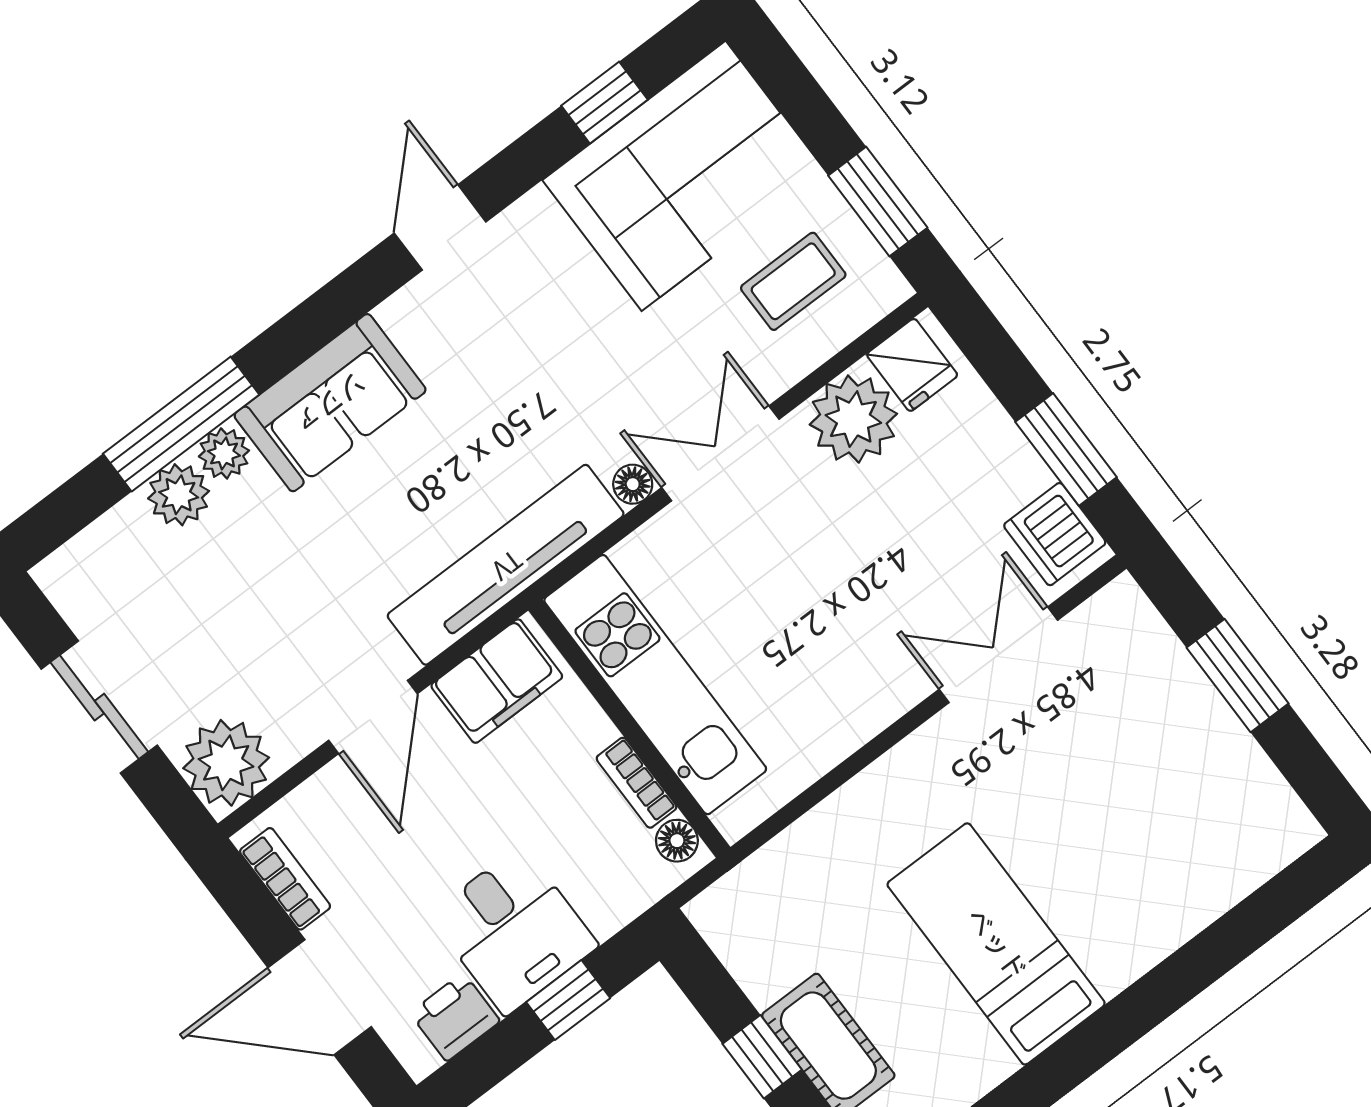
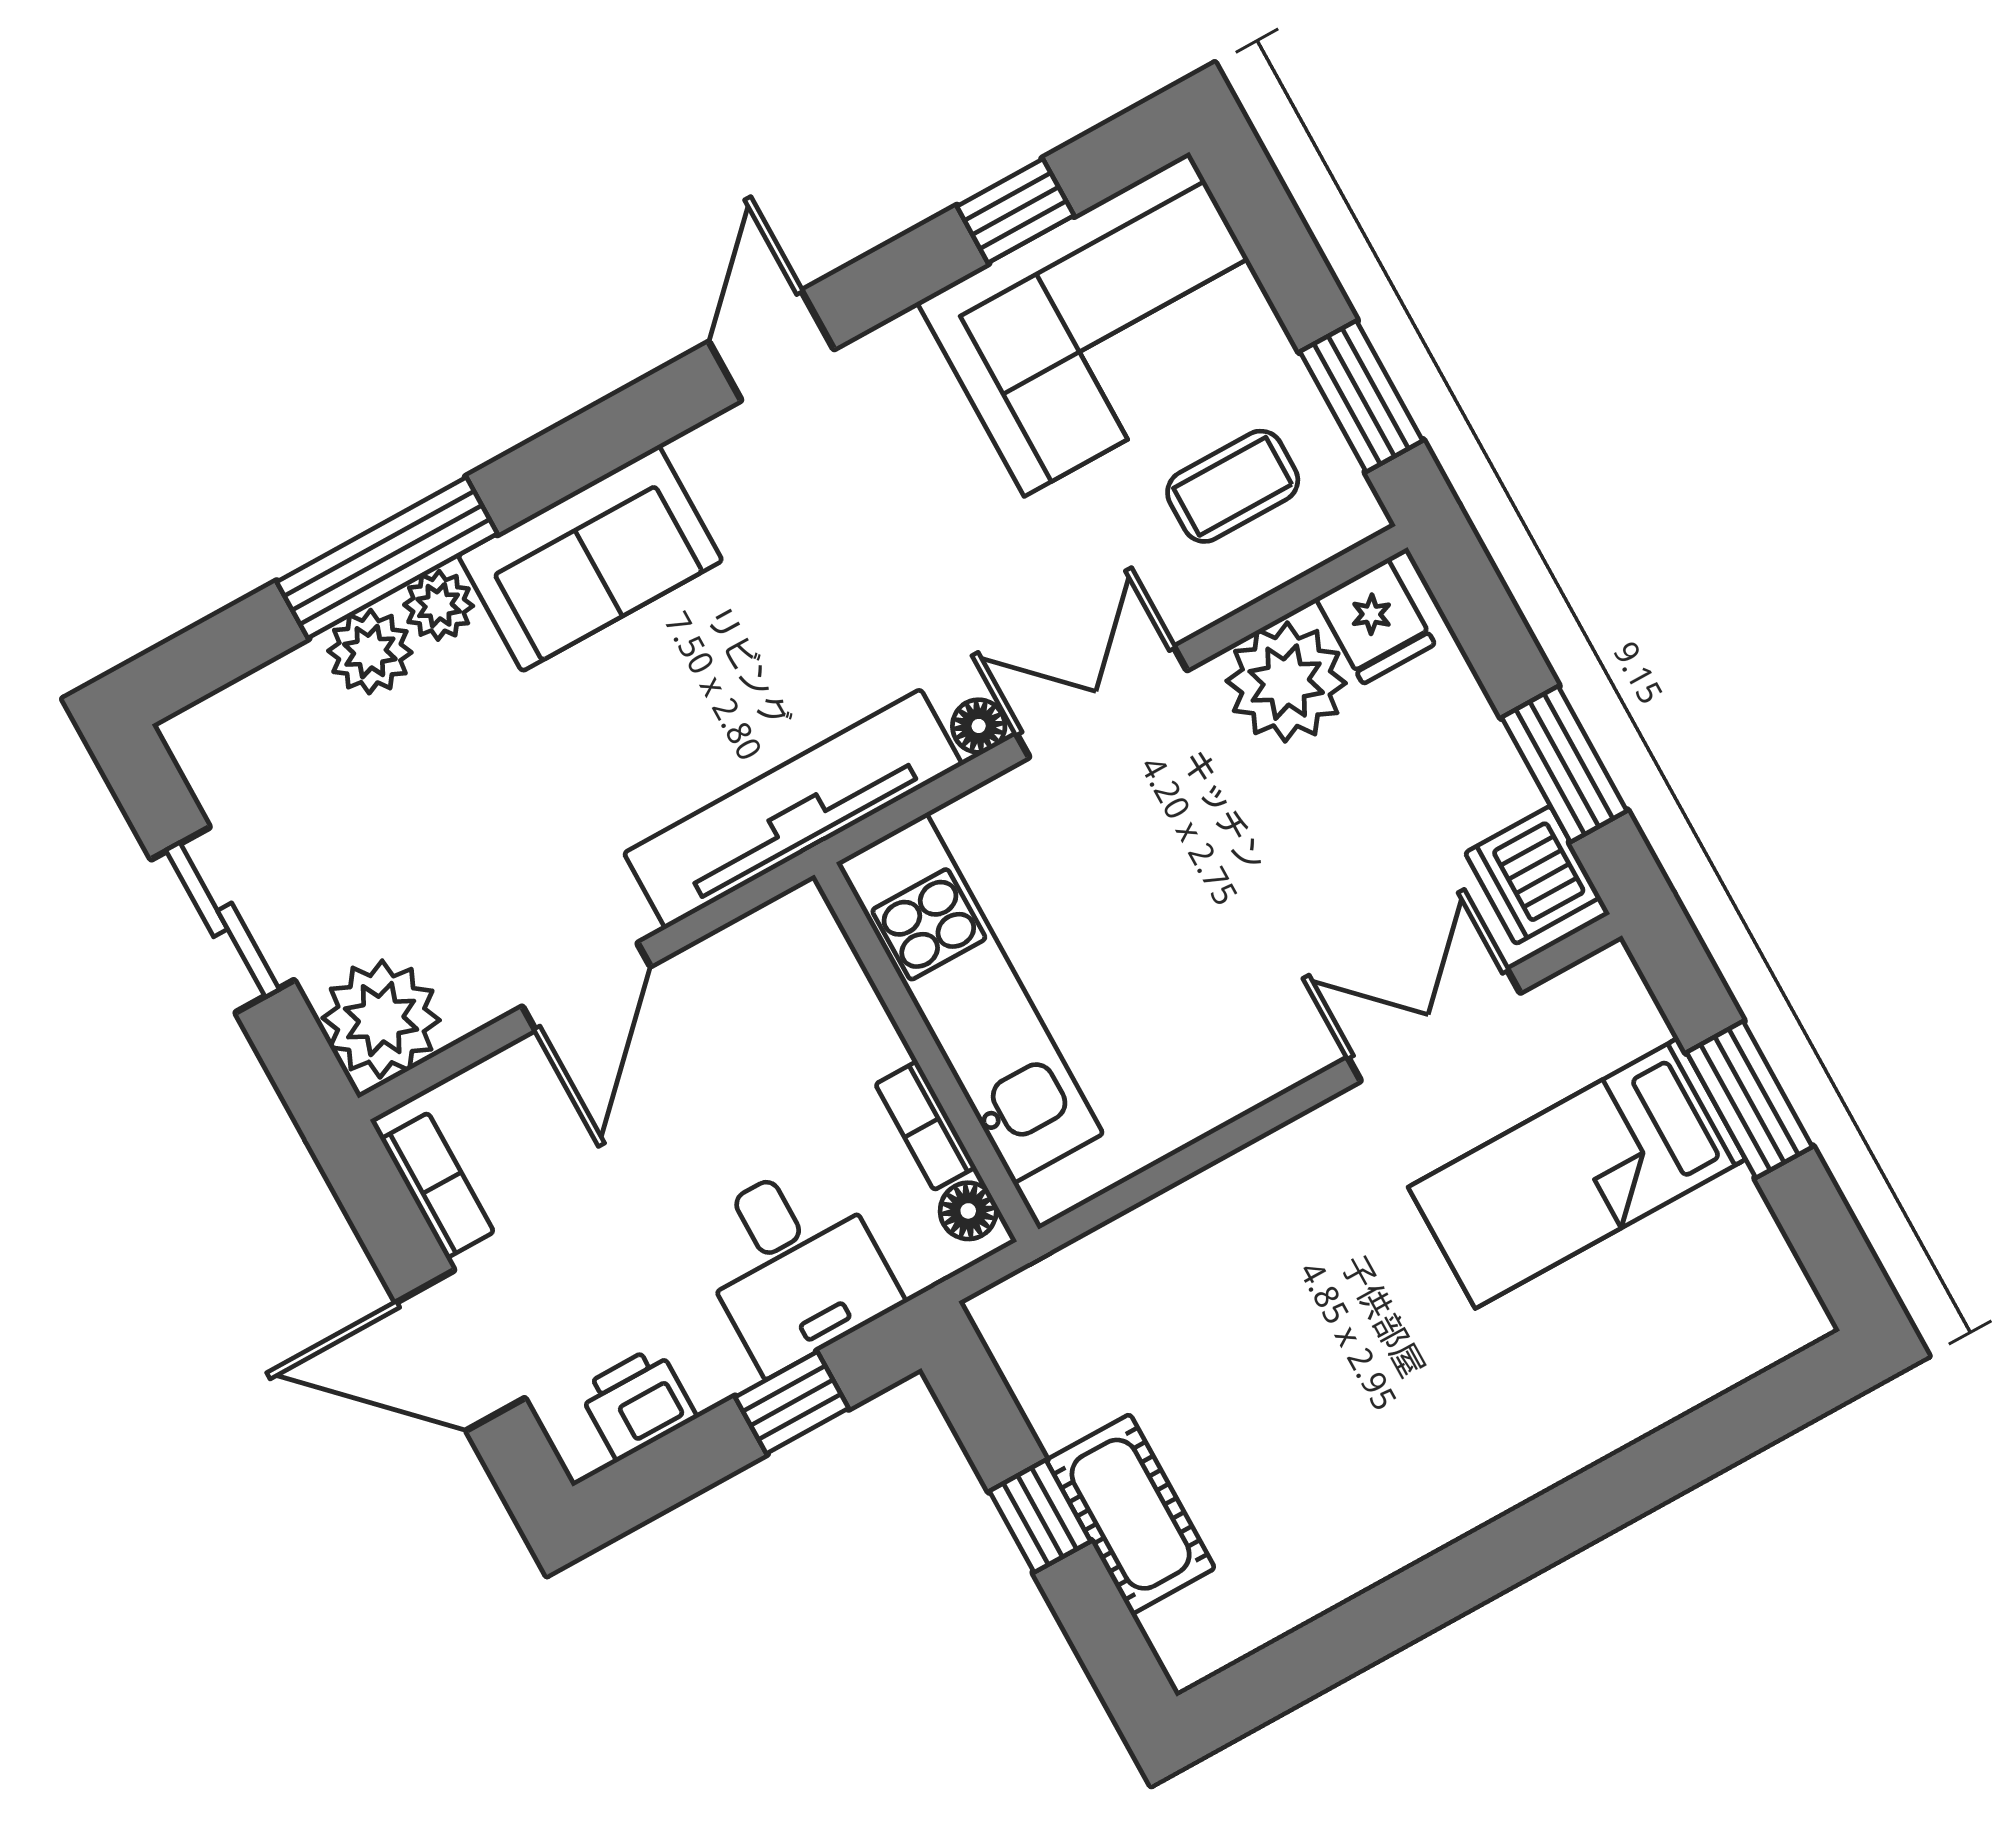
filing cabinet: (497, 681) -> (759, 963), removed
desk: (513, 930) -> (794, 1265), moved
bed: (996, 944) -> (1577, 1173), moved, turned -90

